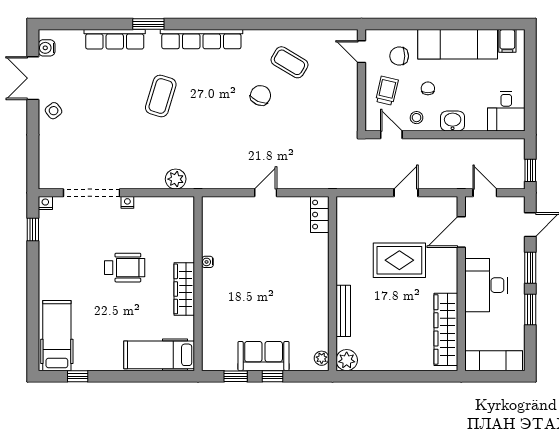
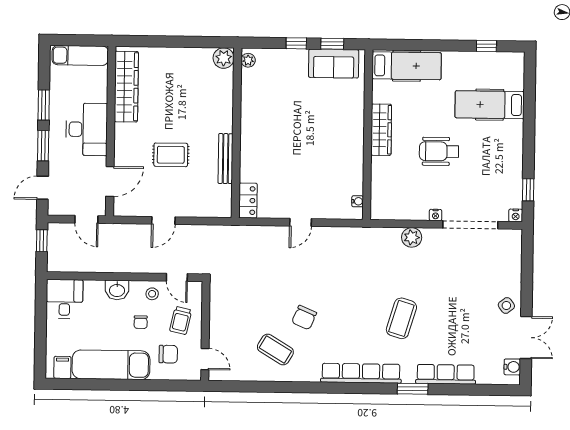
plant: (176, 179) -> (412, 237), moved
rug: (399, 260) -> (171, 155), width x0.73, depth x0.70
water cooler: (207, 262) -> (358, 201), moved
bench: (343, 311) -> (226, 159), moved
hospital bed: (57, 336) -> (490, 105), moved, turned 90
sofa: (264, 356) -> (334, 64), moved

